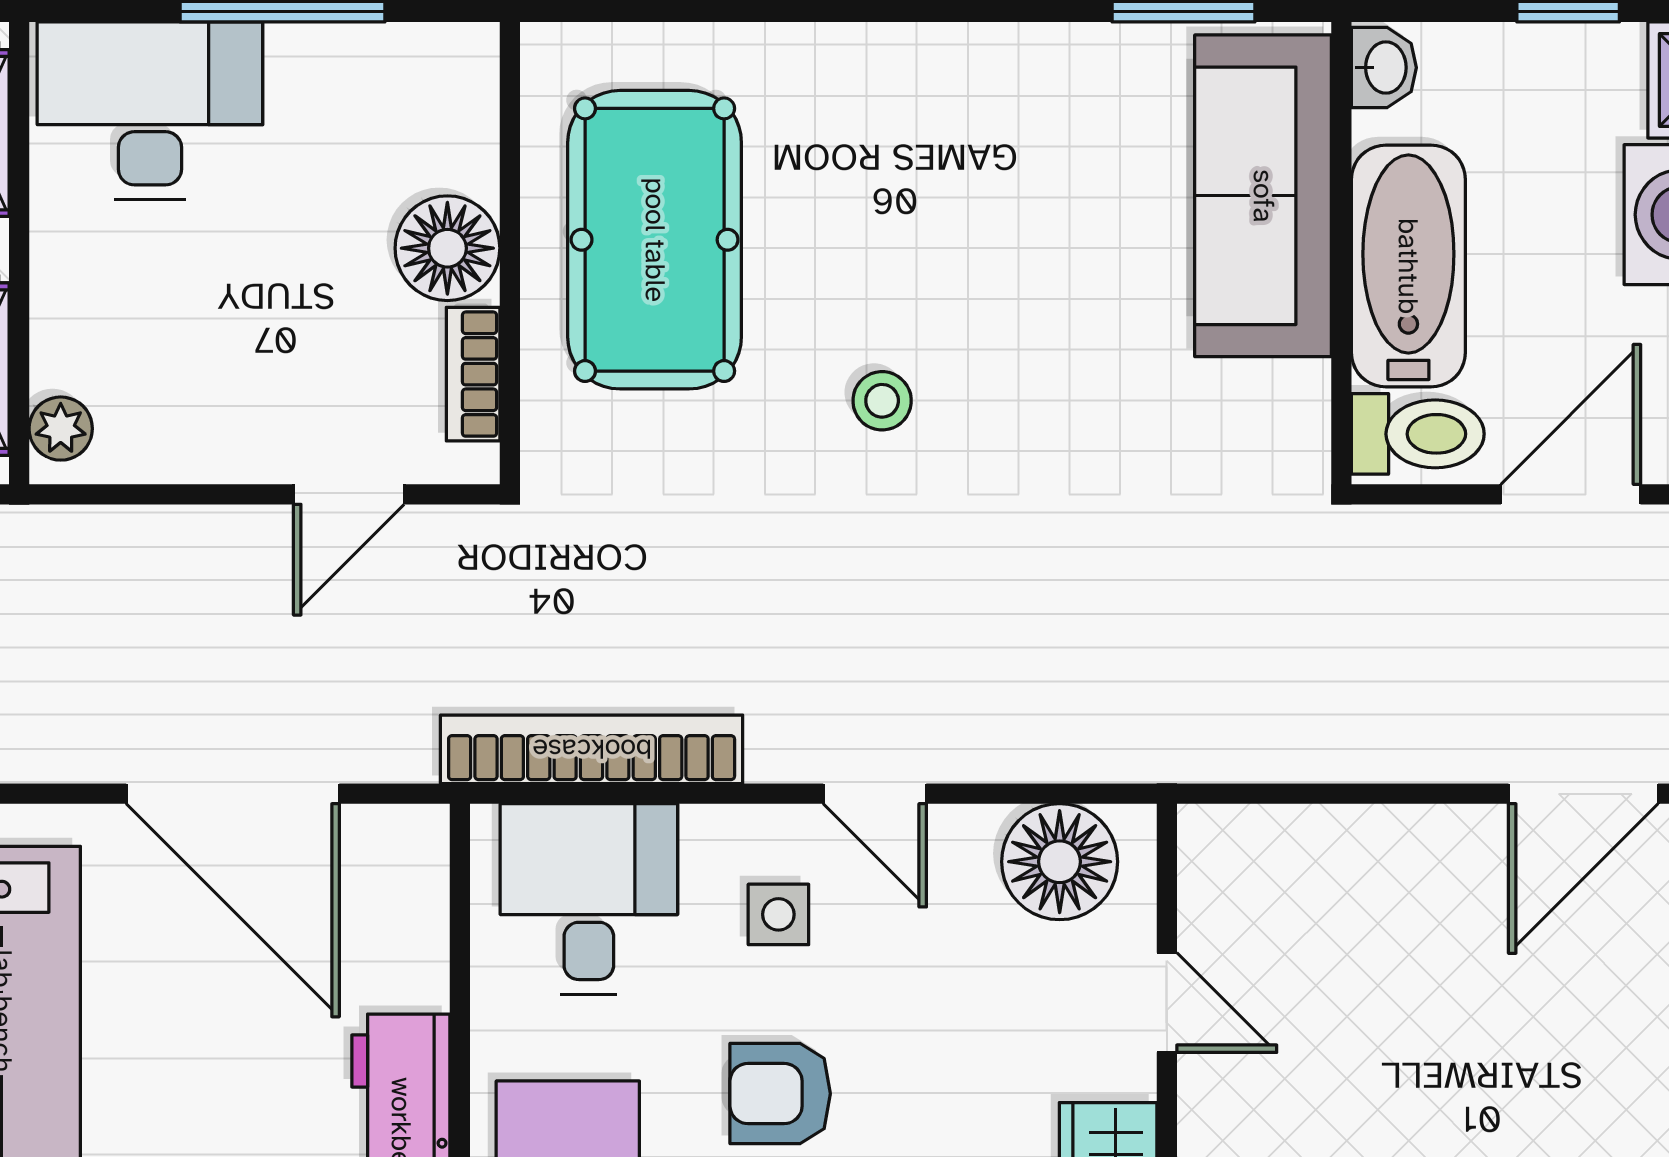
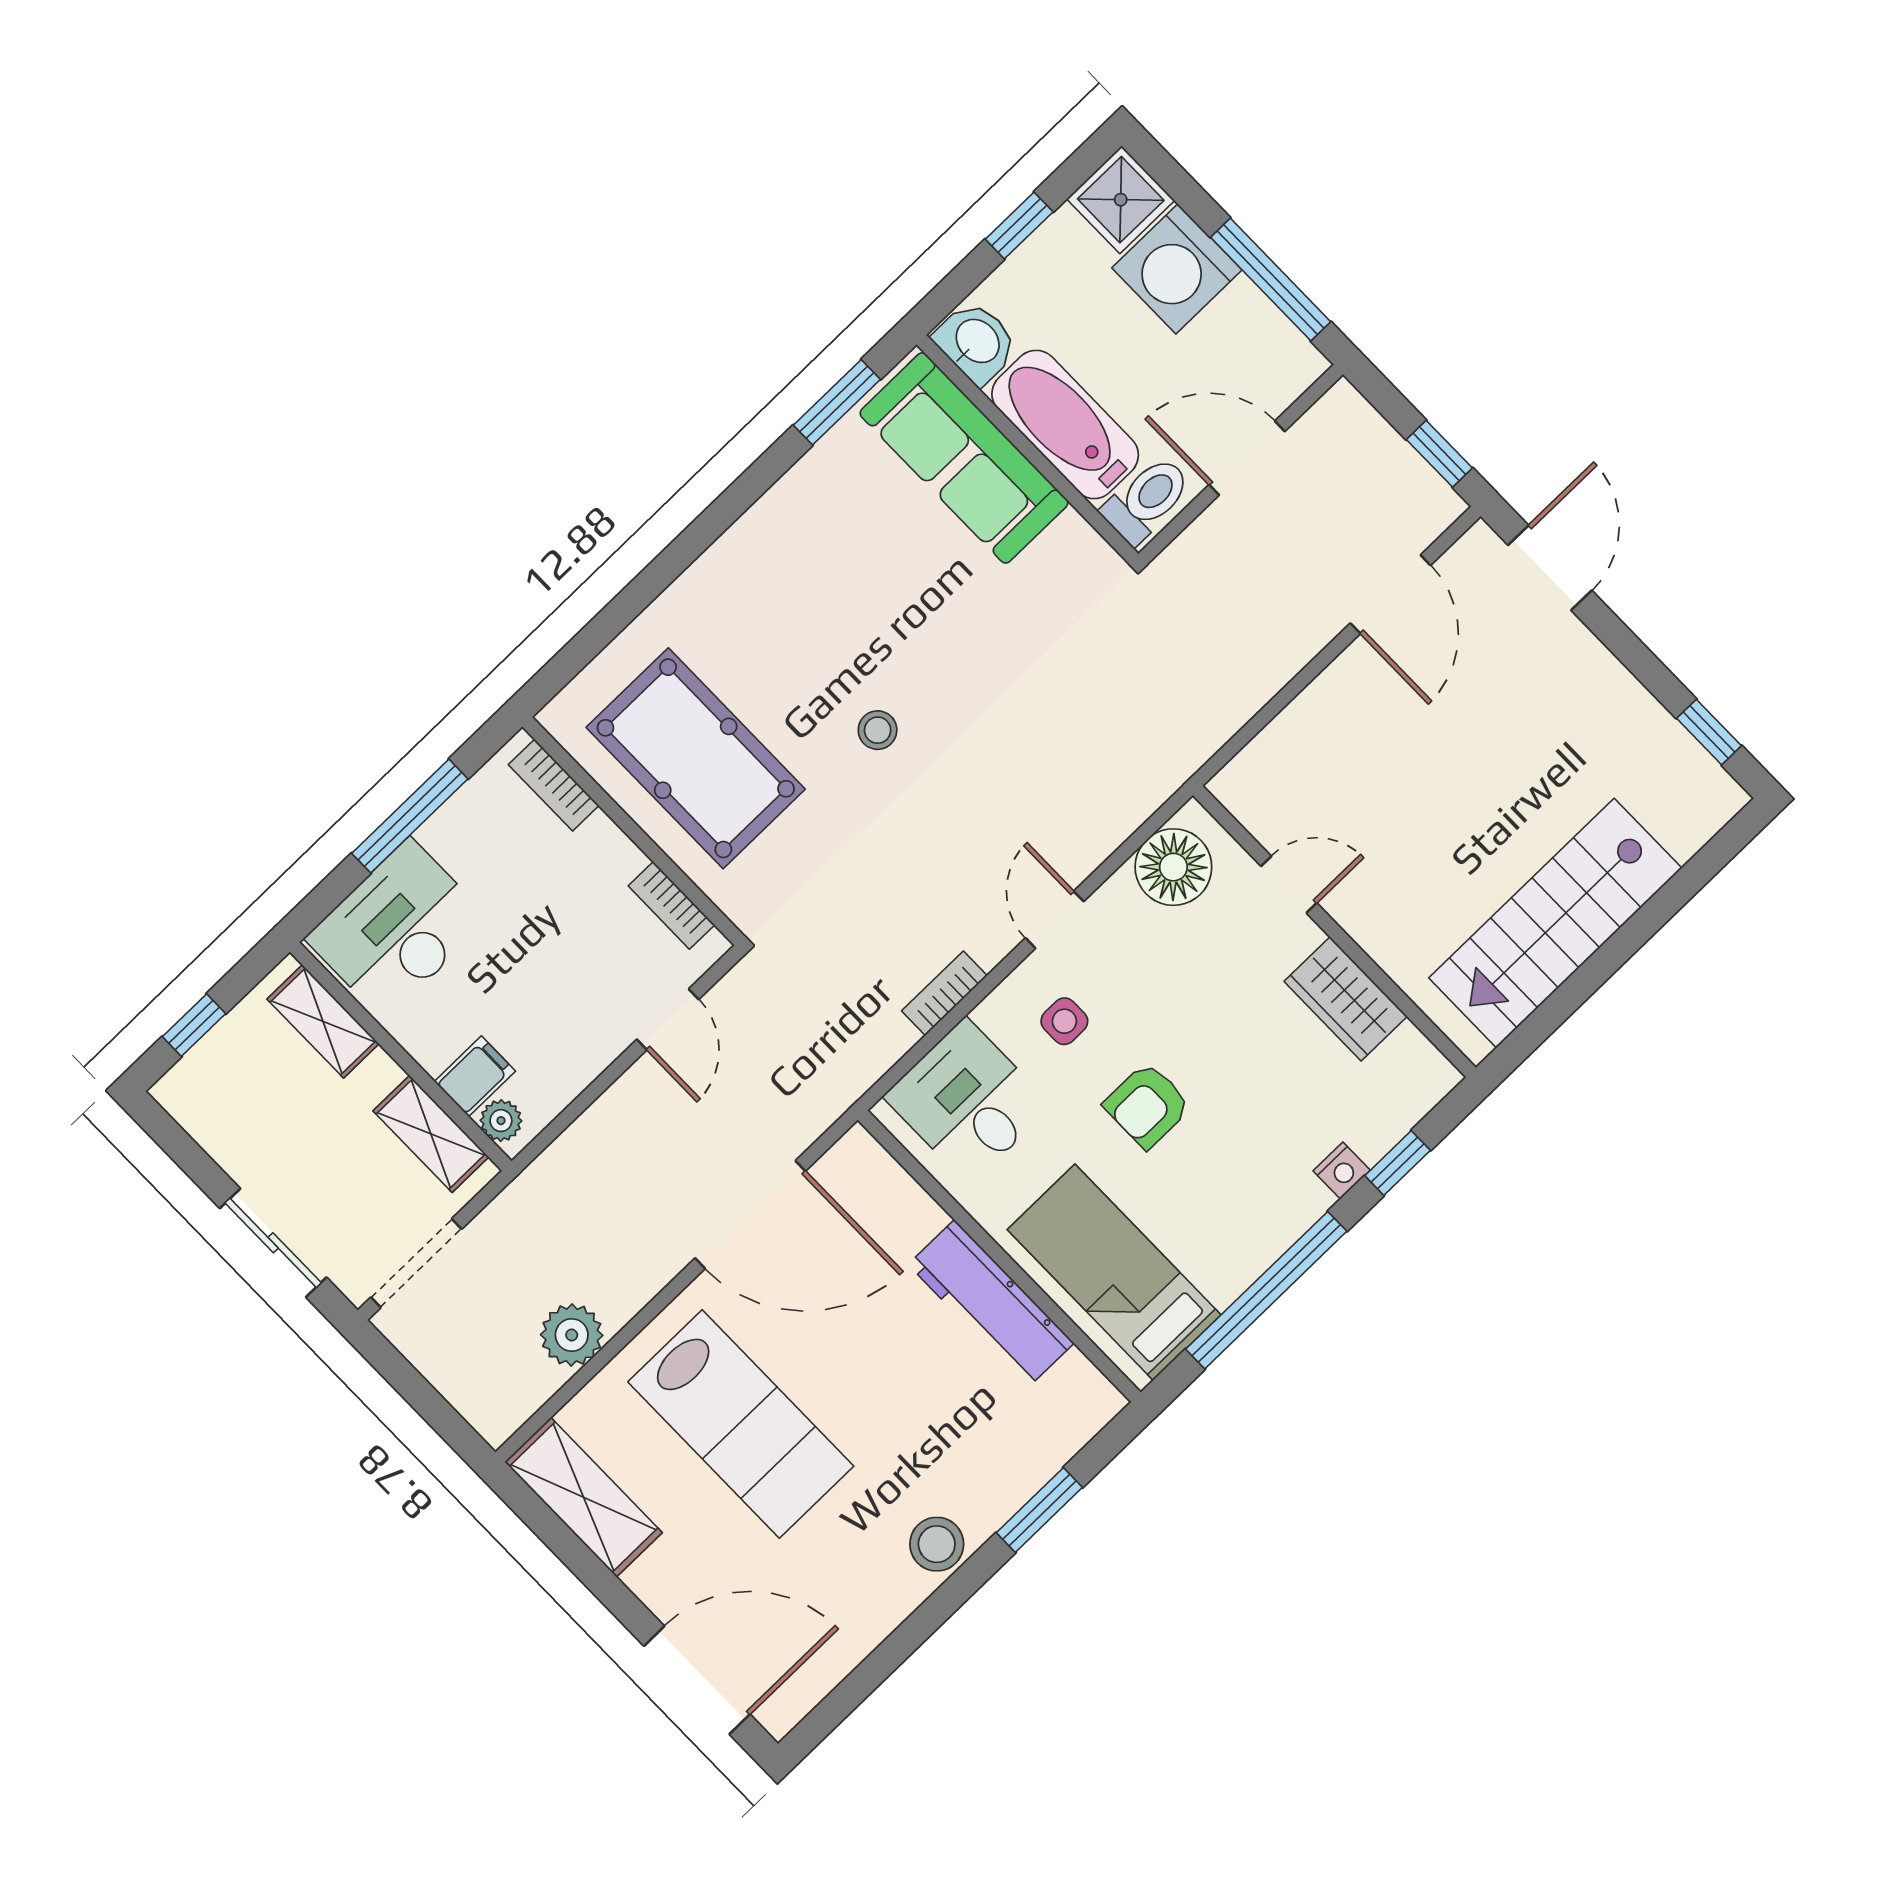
washbasin: (1384, 68) -> (976, 342), width x1.38, depth x1.45
bookcase: (472, 119) -> (554, 785), added
floor lamp: (447, 248) -> (601, 857), removed
filing cabinet: (79, 353) -> (475, 1076), added
door: (1571, 494) -> (1247, 458), hinge flipped
bookcase: (592, 749) -> (944, 993), width x0.43, depth x0.76
door: (875, 794) -> (1055, 920), swing flipped

